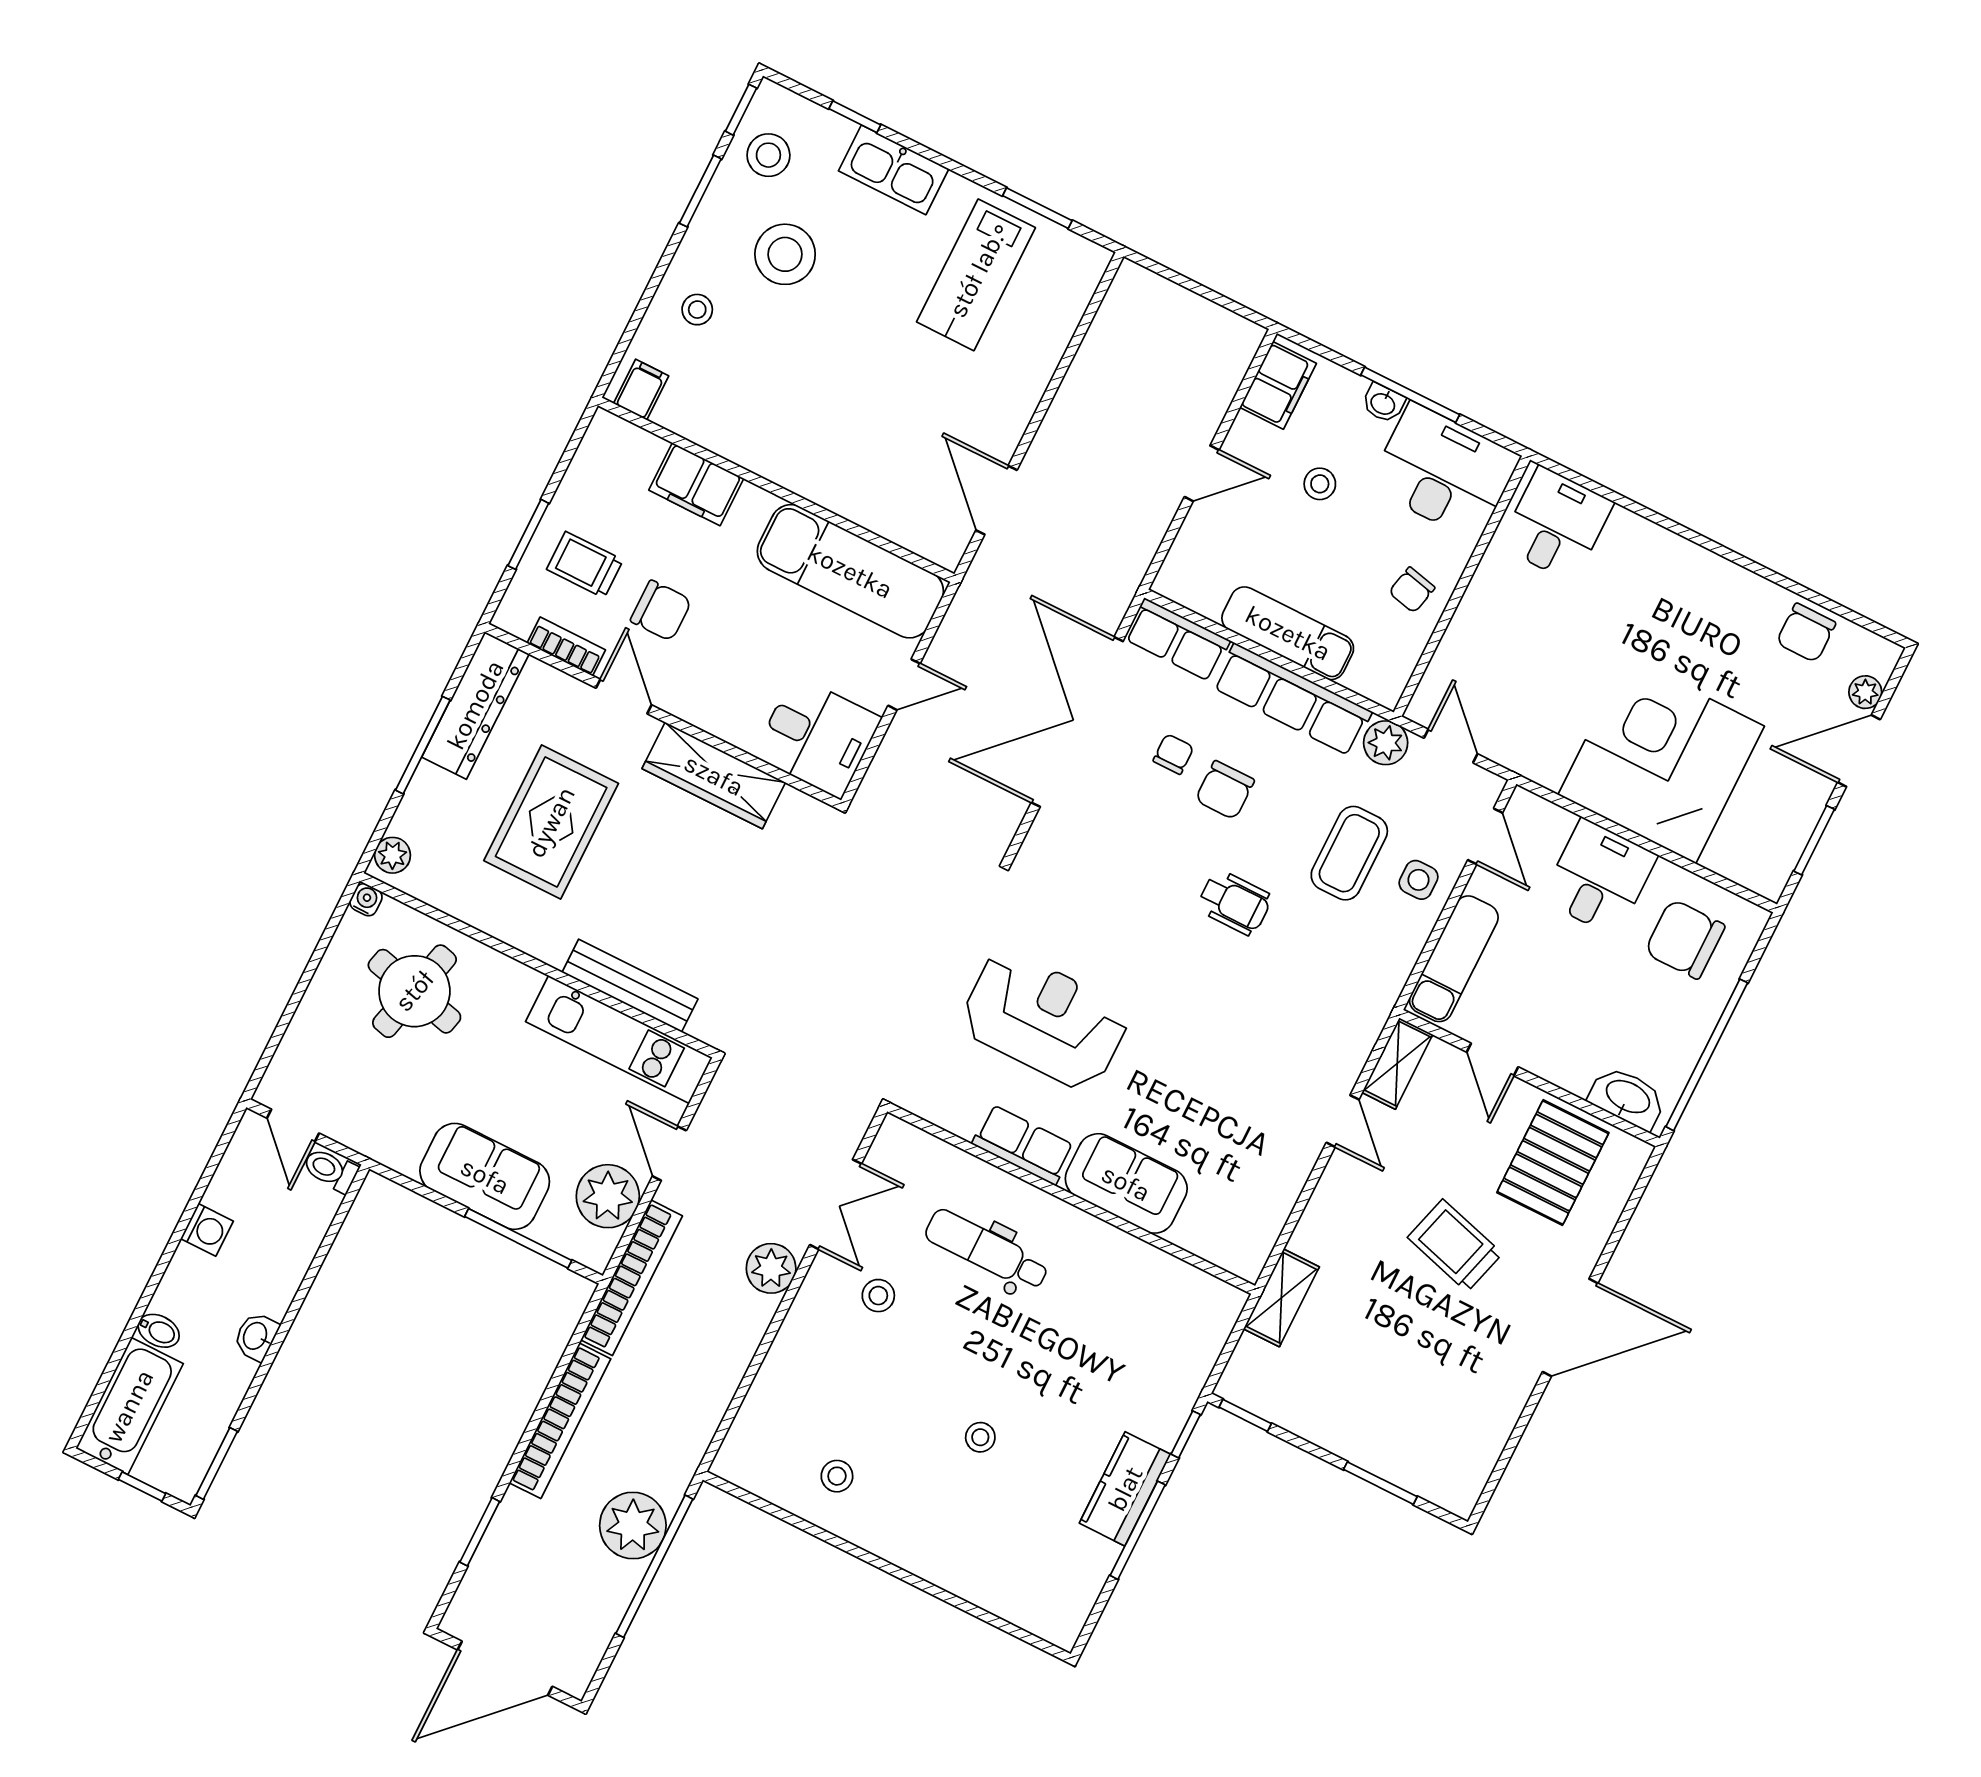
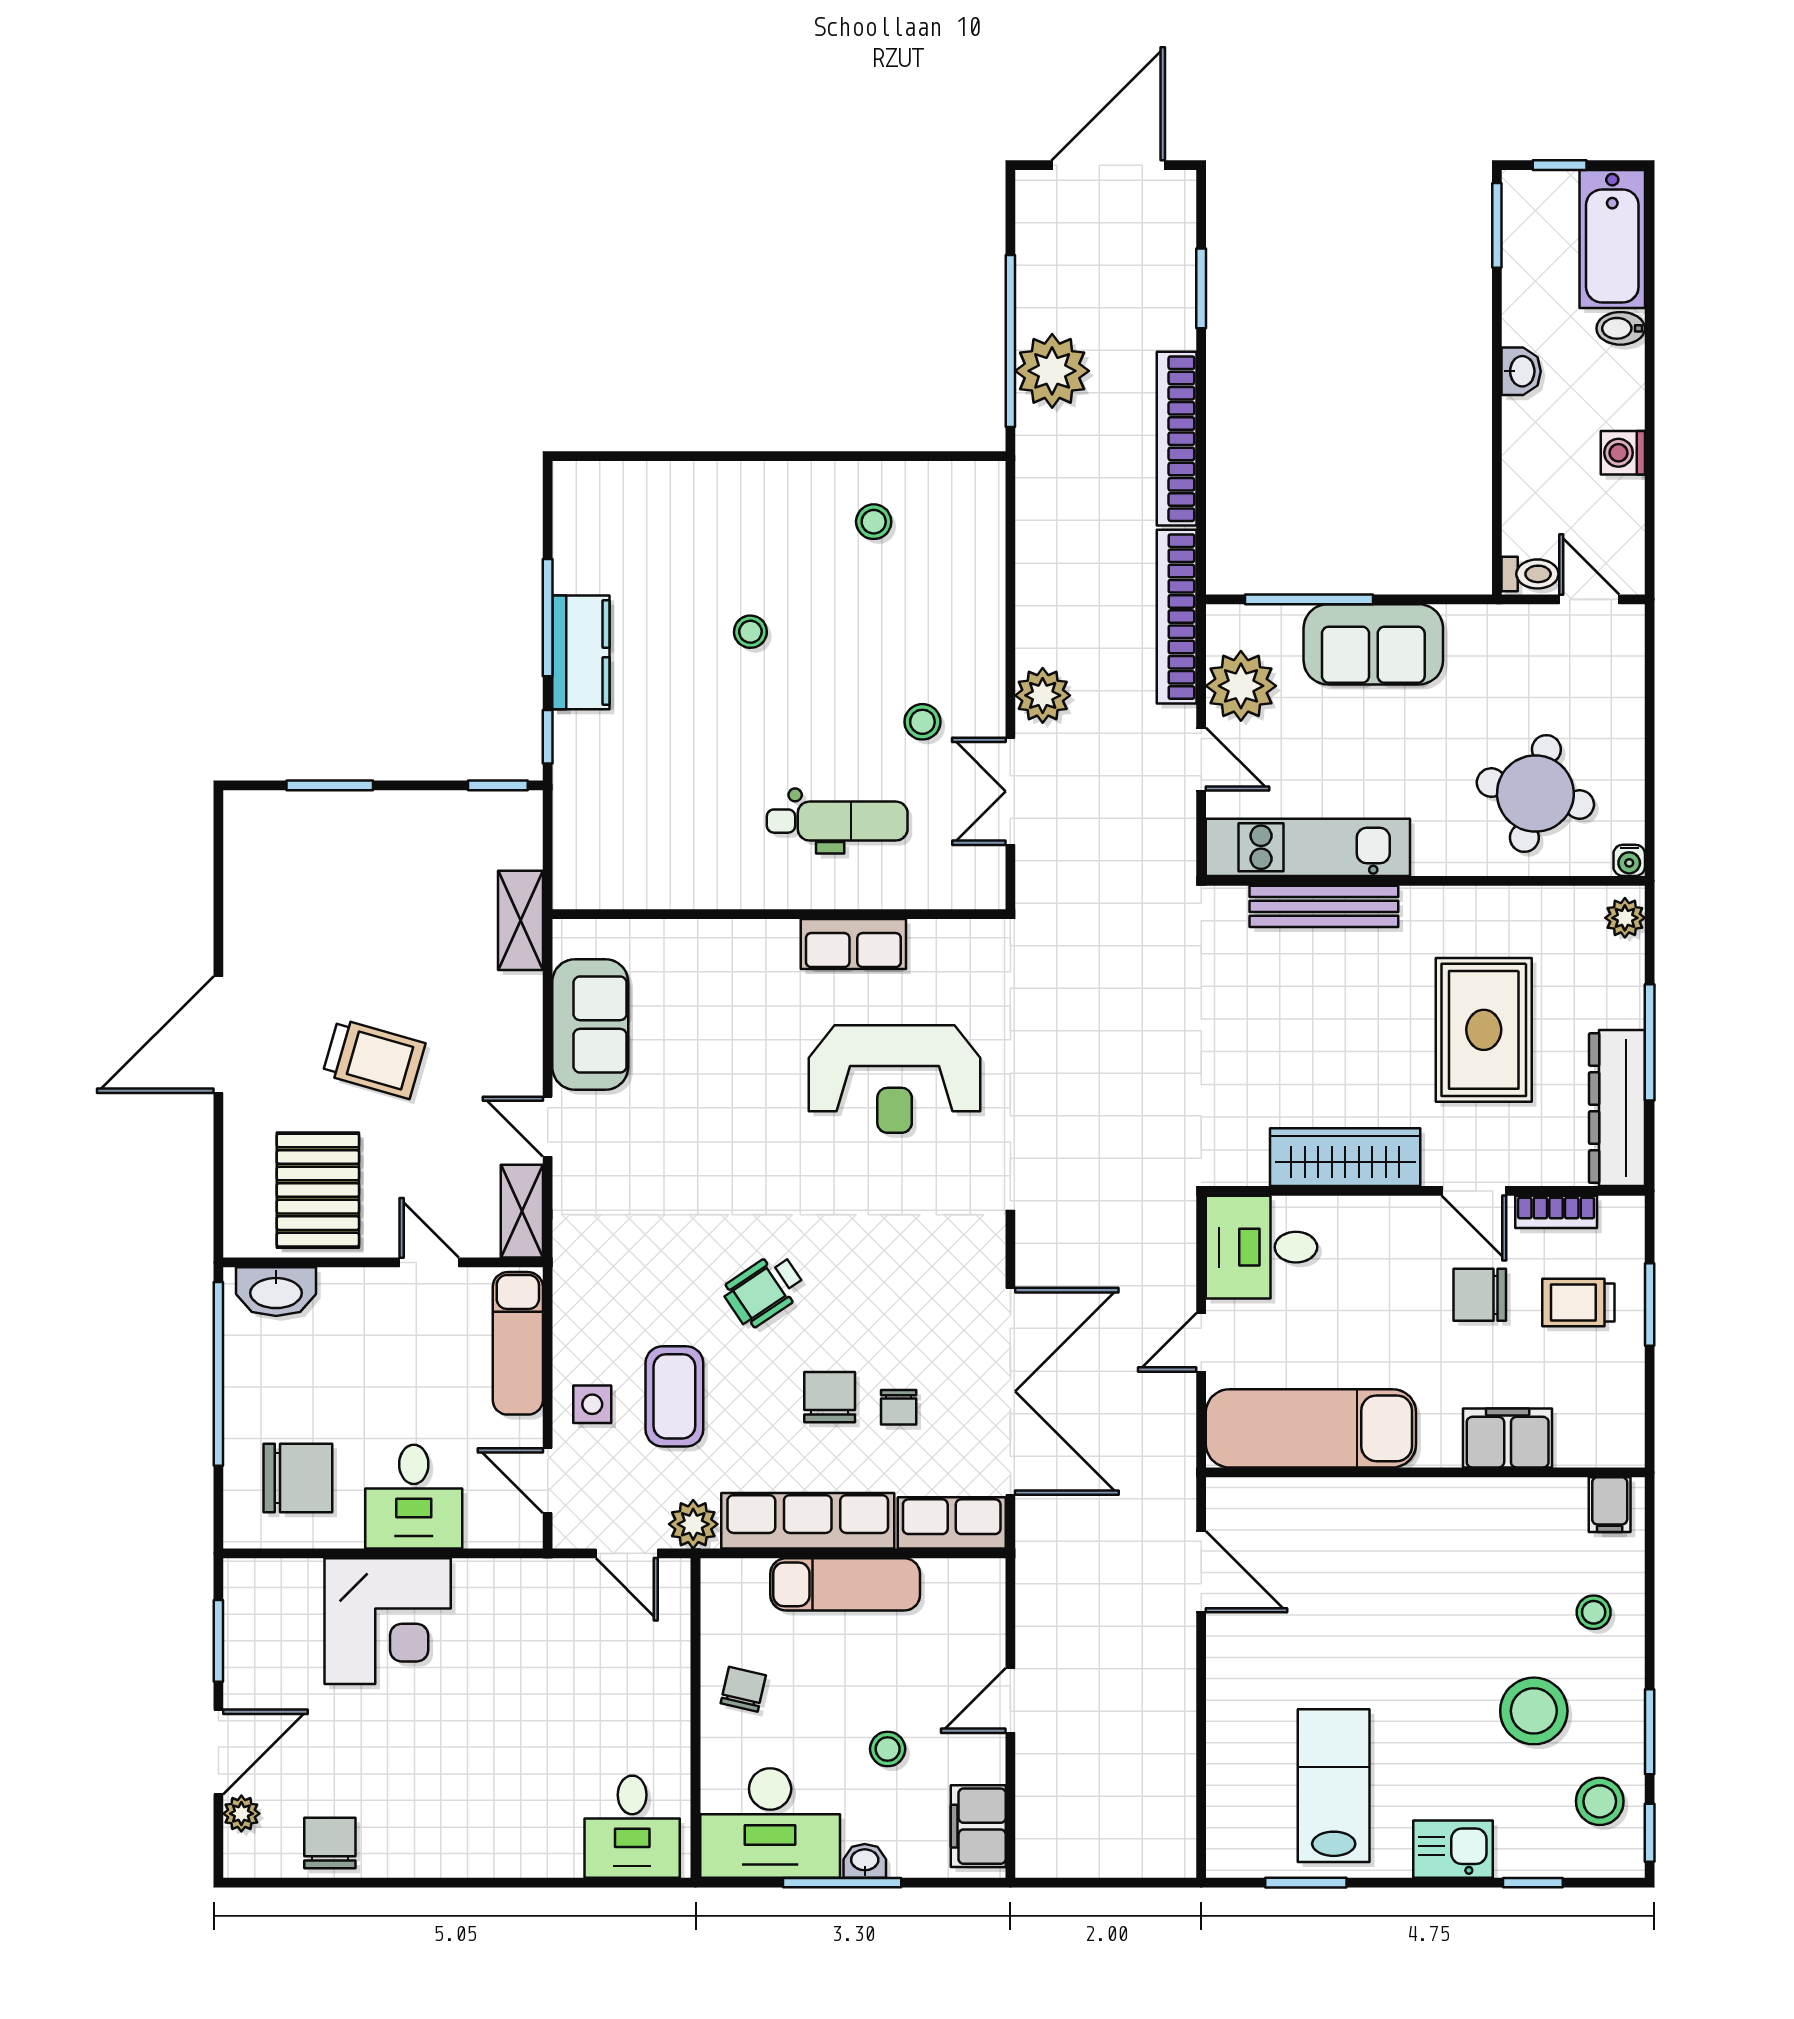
kitchen sink: (894, 170) -> (1453, 1849), width x0.73
trolley: (585, 565) -> (1578, 1303), turned 180
corner desk: (1661, 760) -> (388, 1621), width x0.74, depth x0.74
wheelchair: (1234, 903) -> (764, 1290), turned -34
sofa: (1126, 1183) -> (590, 1024), moved, turned -90

